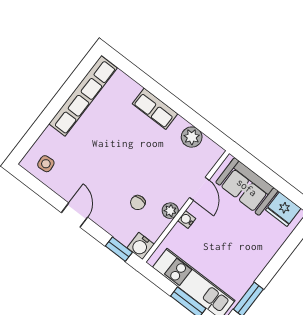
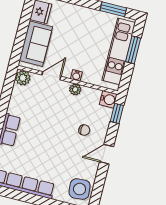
plant: (192, 137) -> (23, 78), moved
side table: (46, 164) -> (80, 189), width x1.87, depth x1.87
chair: (138, 203) -> (84, 130), moved

